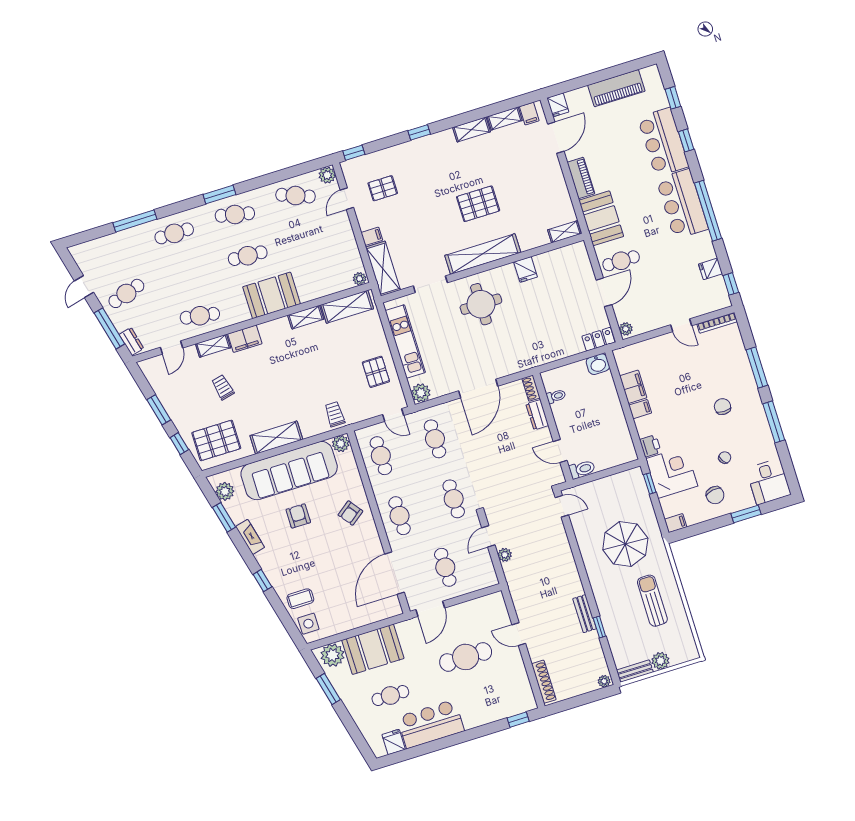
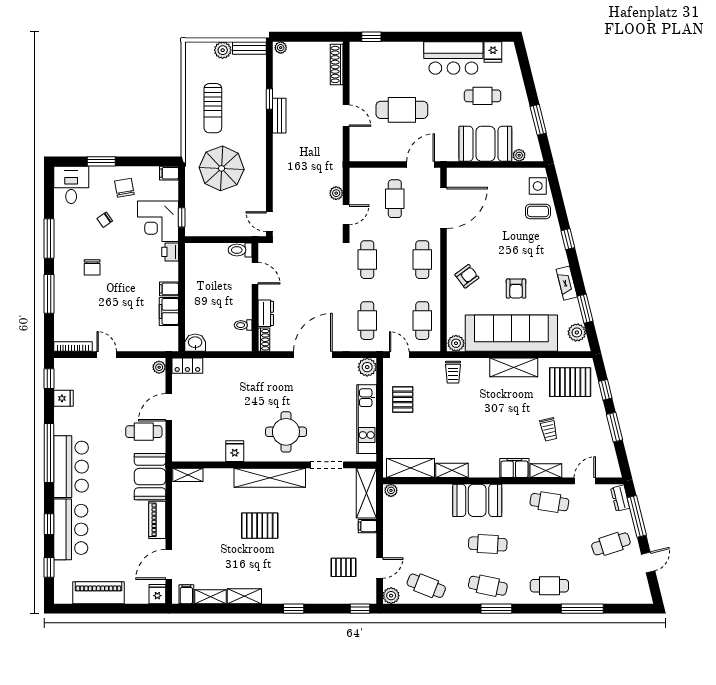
plant: (333, 655) -> (519, 155), width x0.53, depth x0.53

